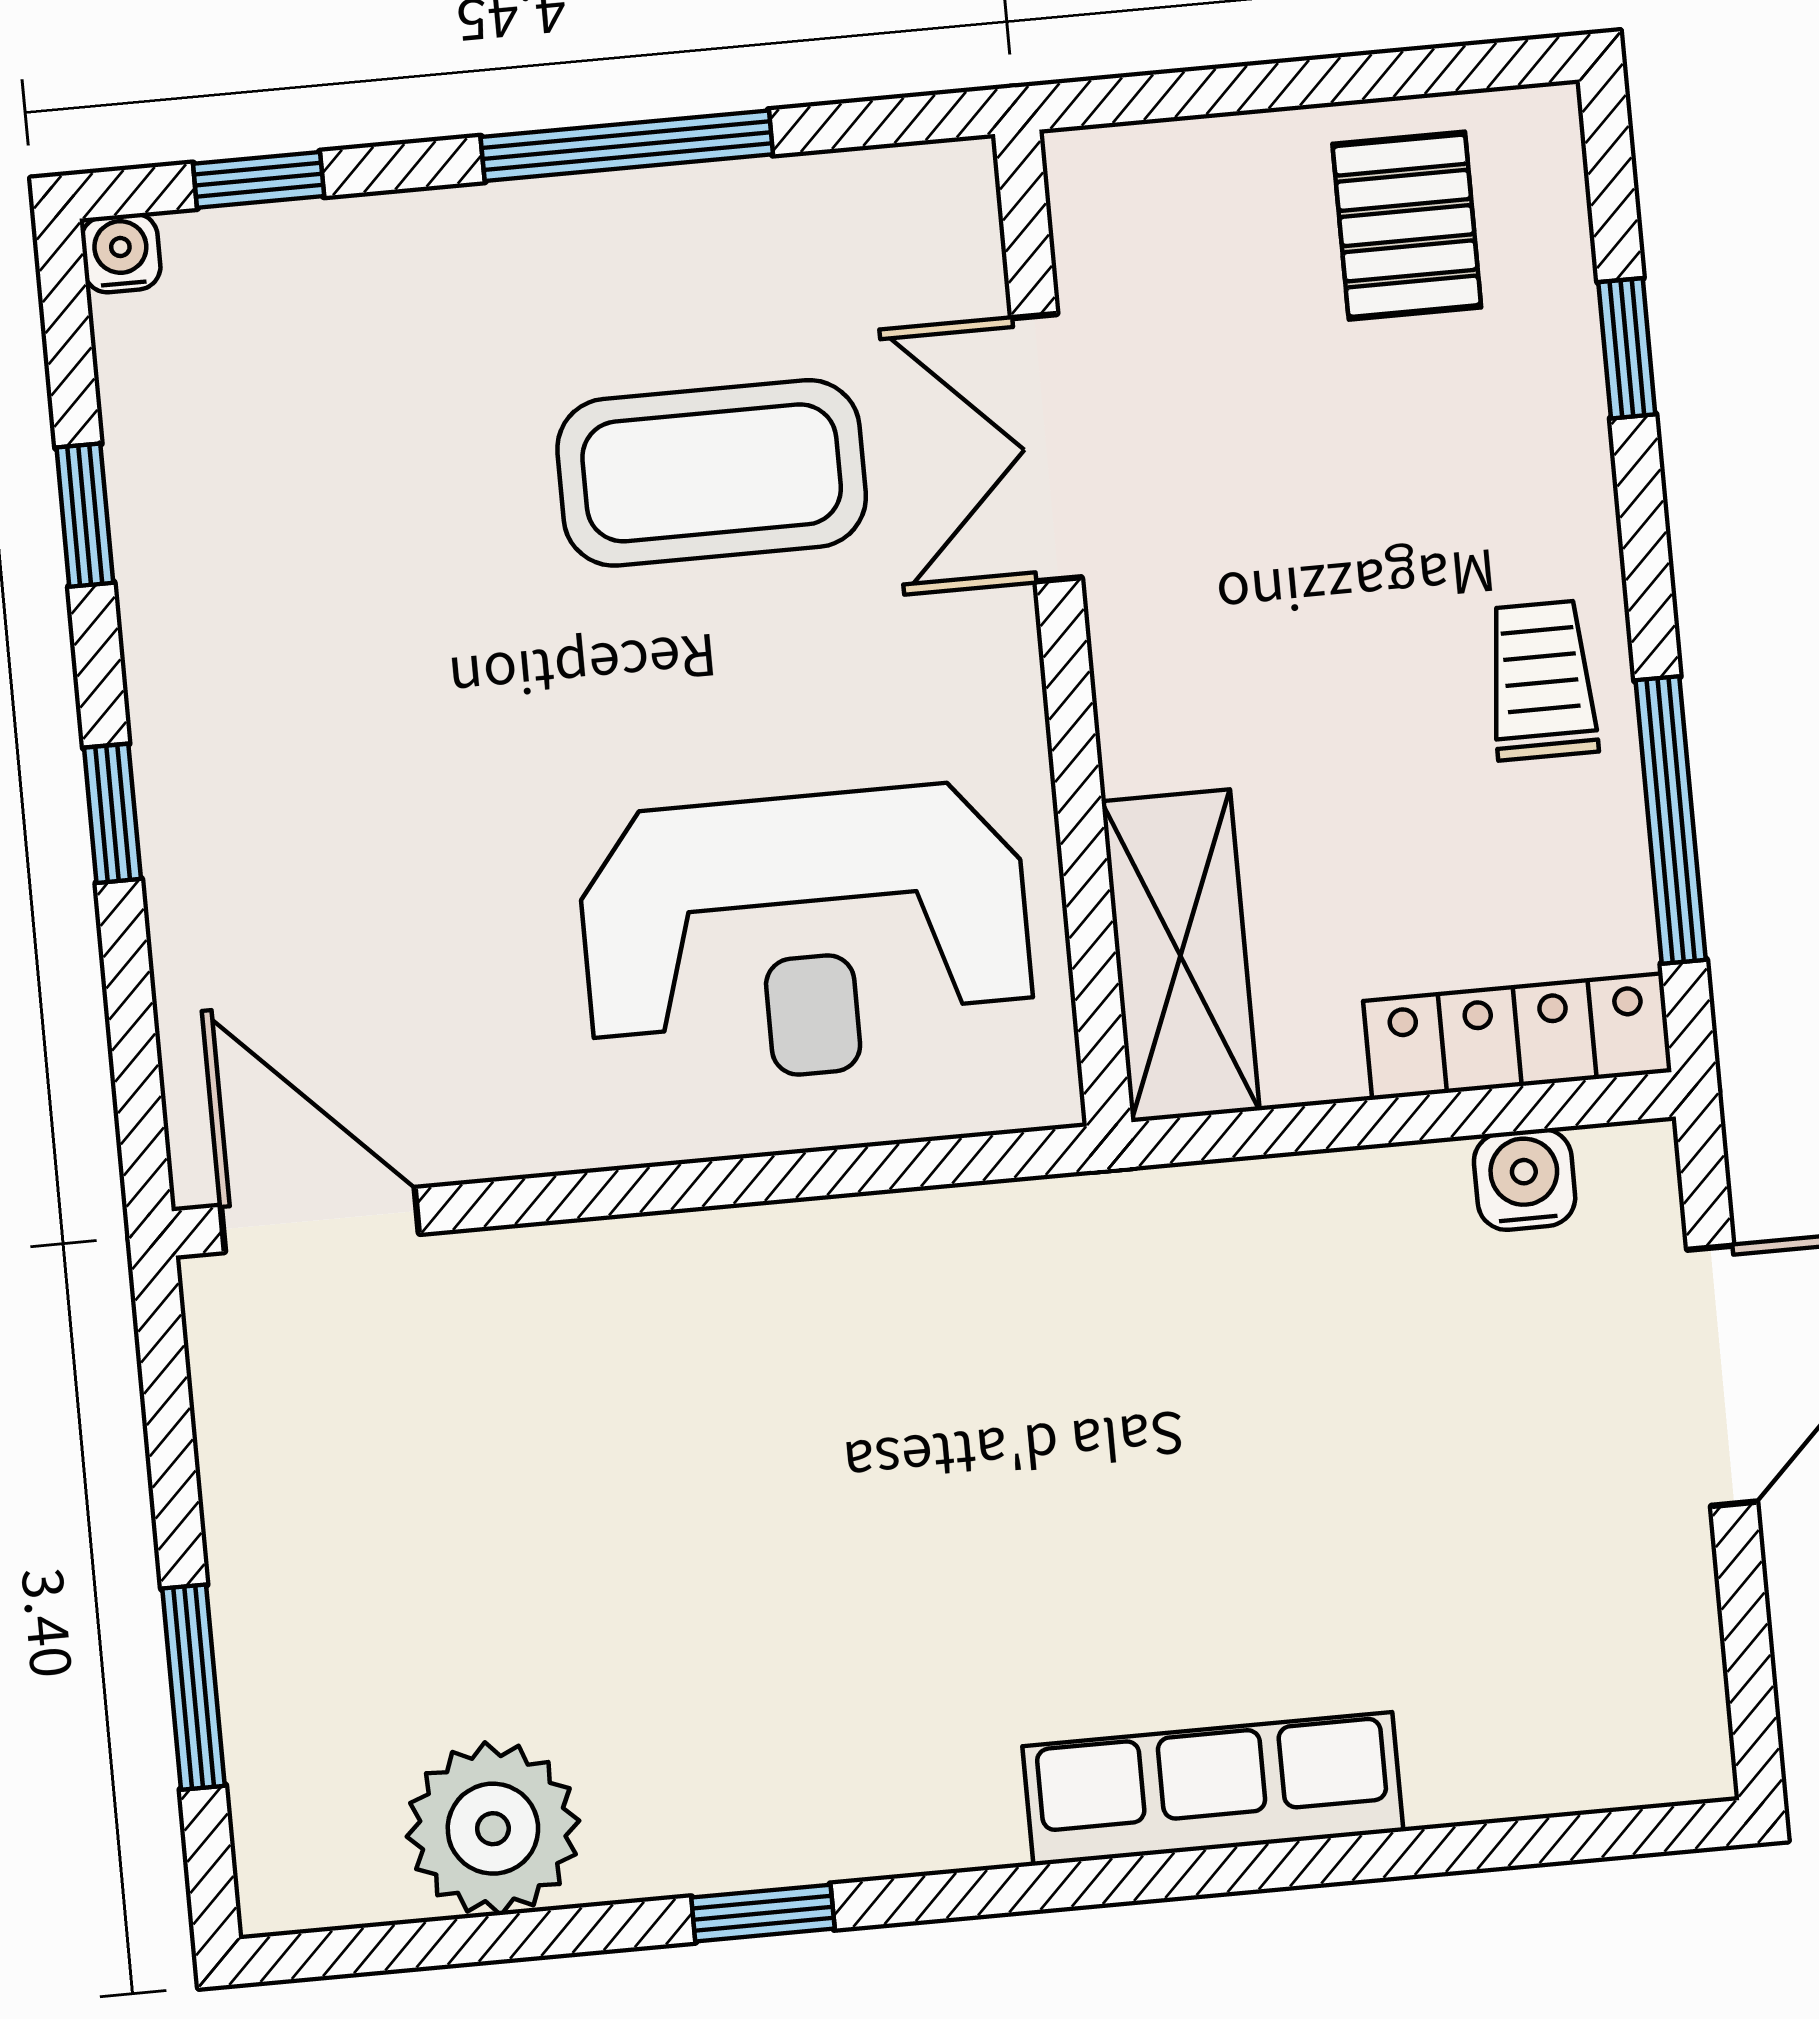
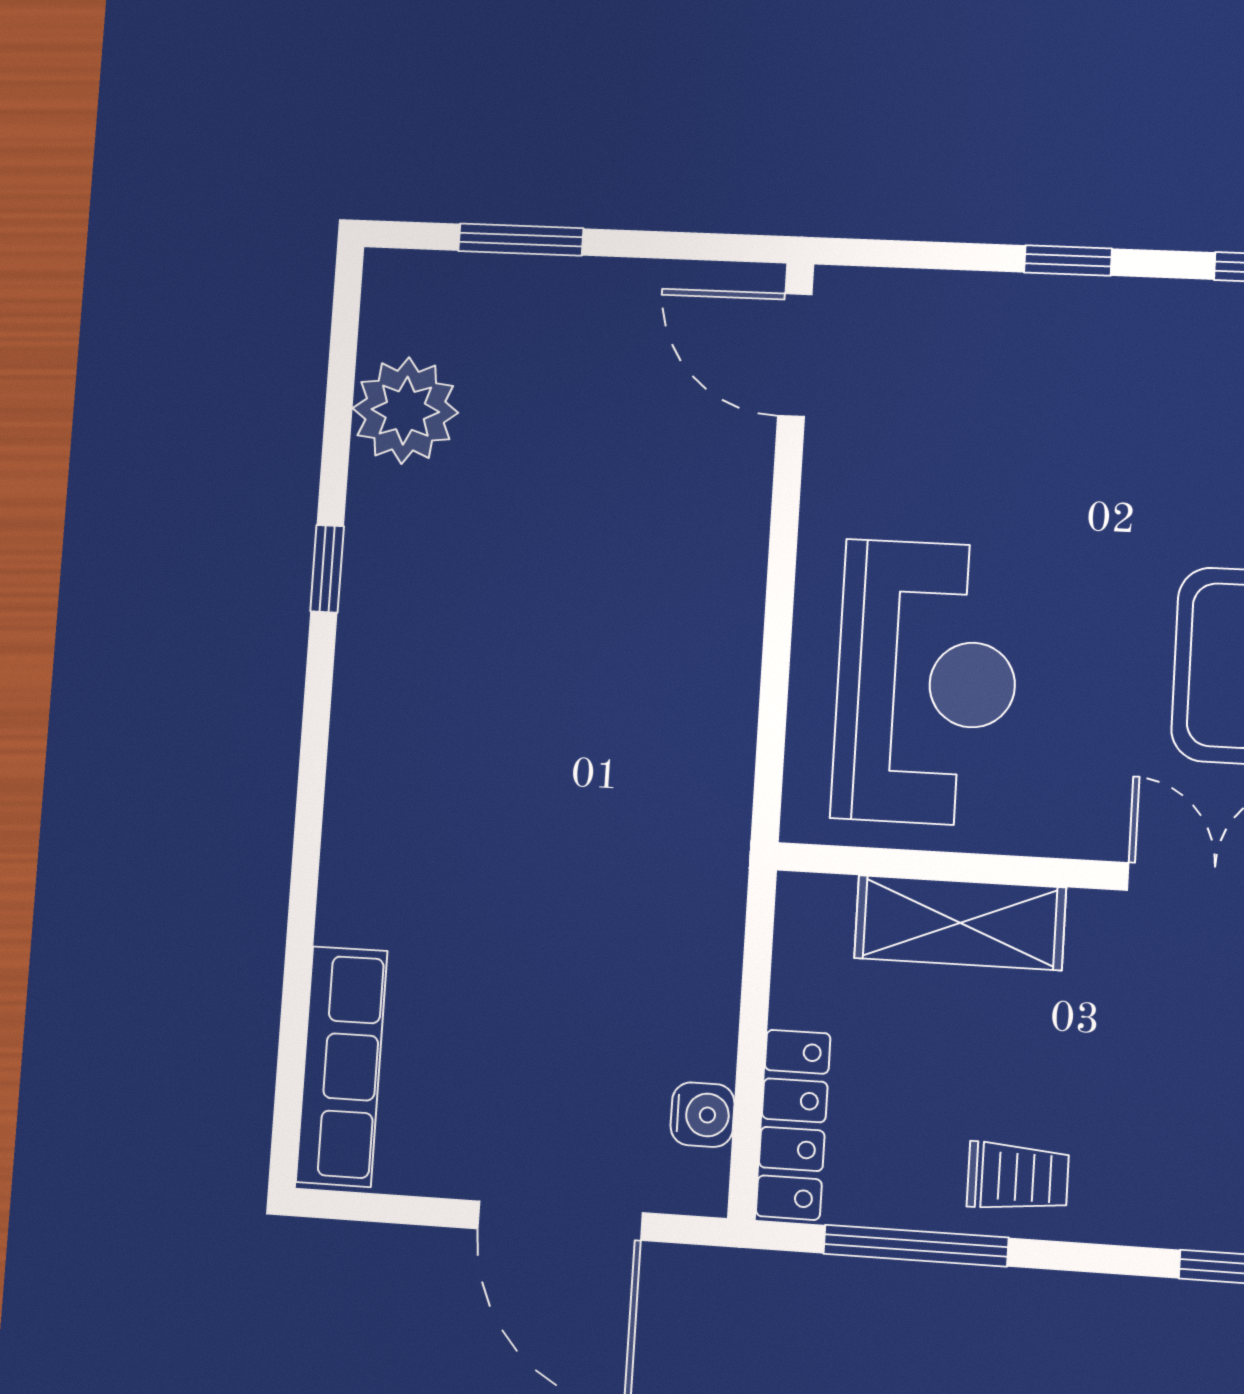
reception desk: (806, 935) -> (926, 683), turned 180
shelving: (1181, 956) -> (960, 923), moved
door: (320, 1220) -> (795, 355), swing flipped
row of seats: (1213, 1789) -> (342, 1066), moved

